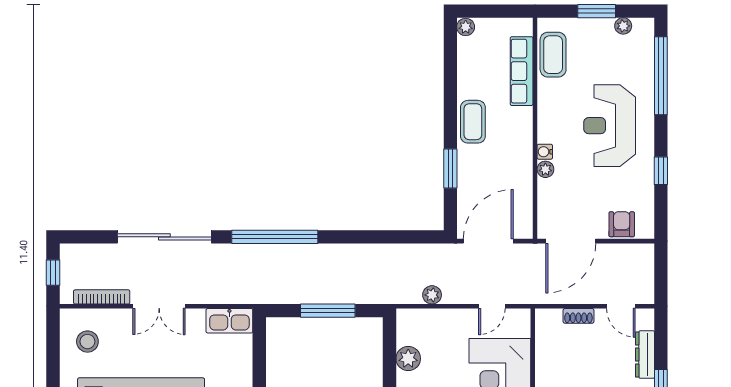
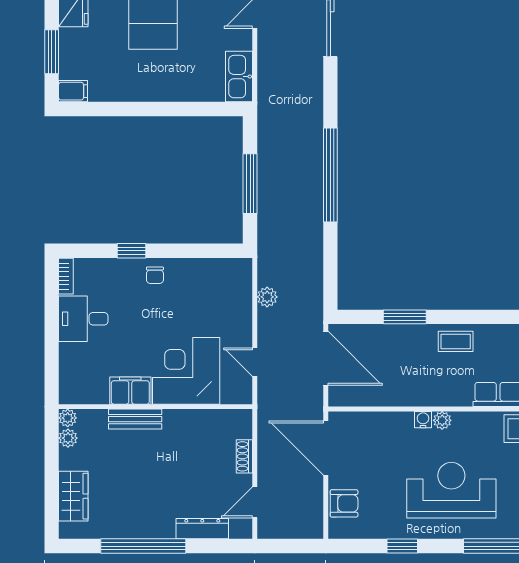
coffee table: (473, 122) -> (456, 341), width x0.73, depth x0.77
plant: (545, 169) -> (442, 420), moved
window: (275, 237) -> (330, 175), moved
plant: (408, 359) -> (198, 271), removed

